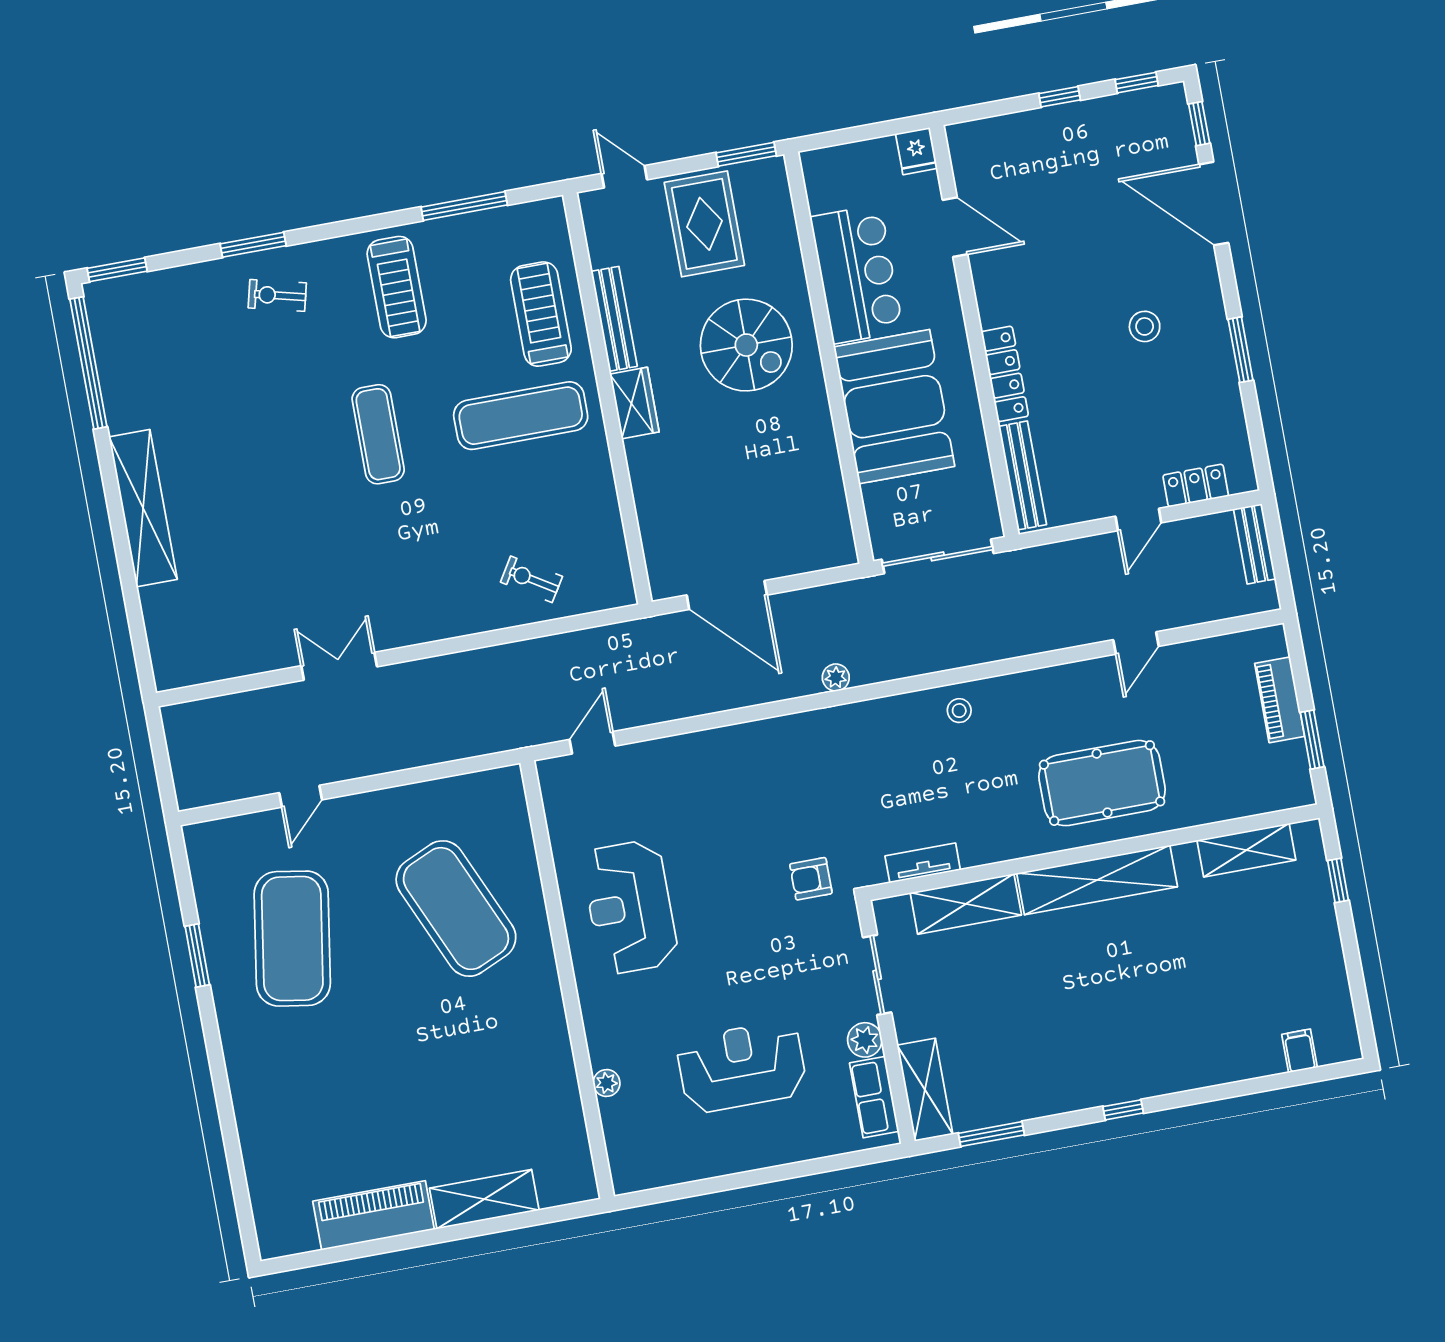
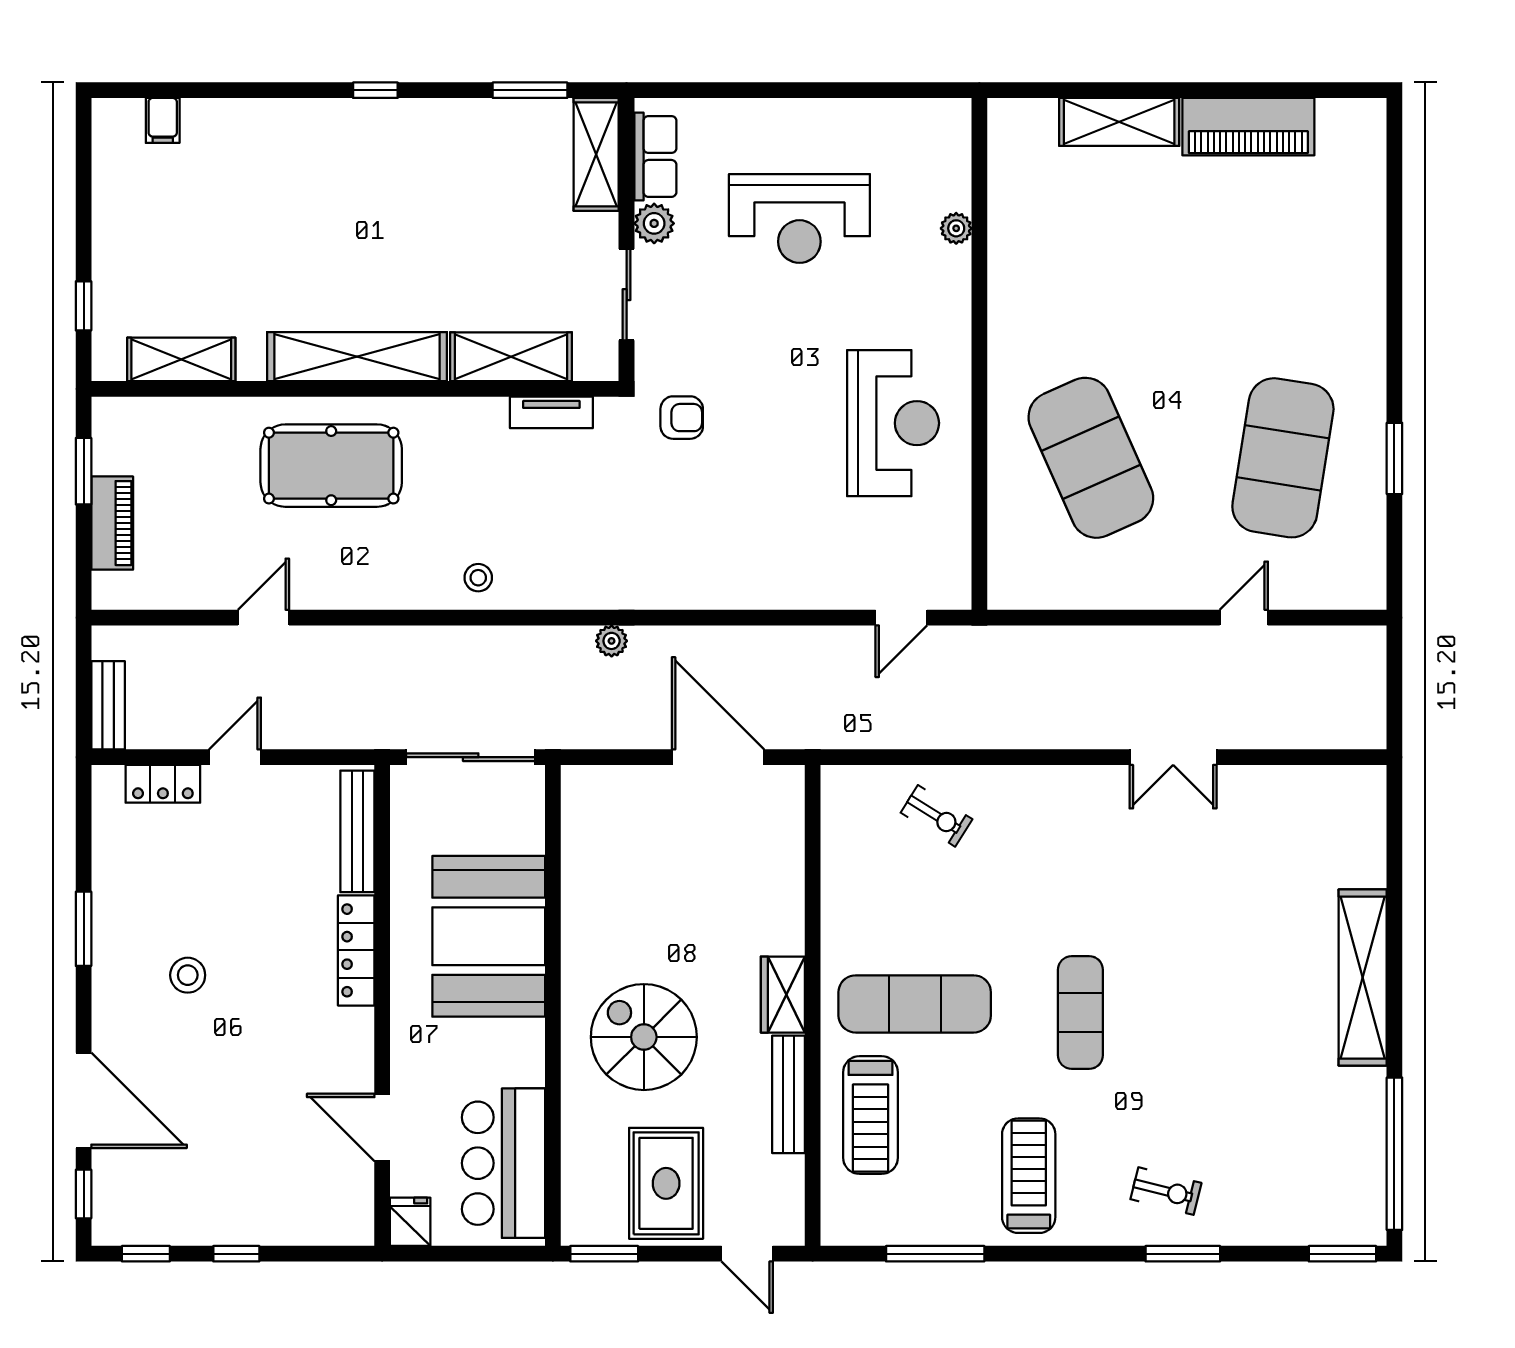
bar counter: (857, 274) -> (504, 1163), moved

